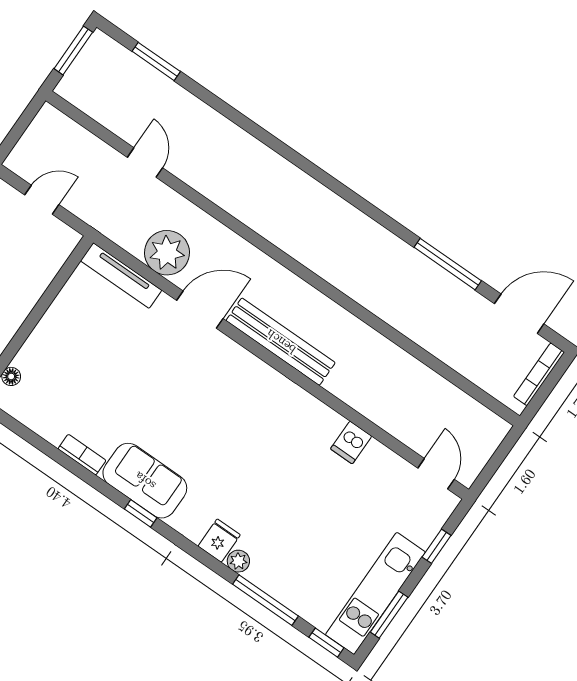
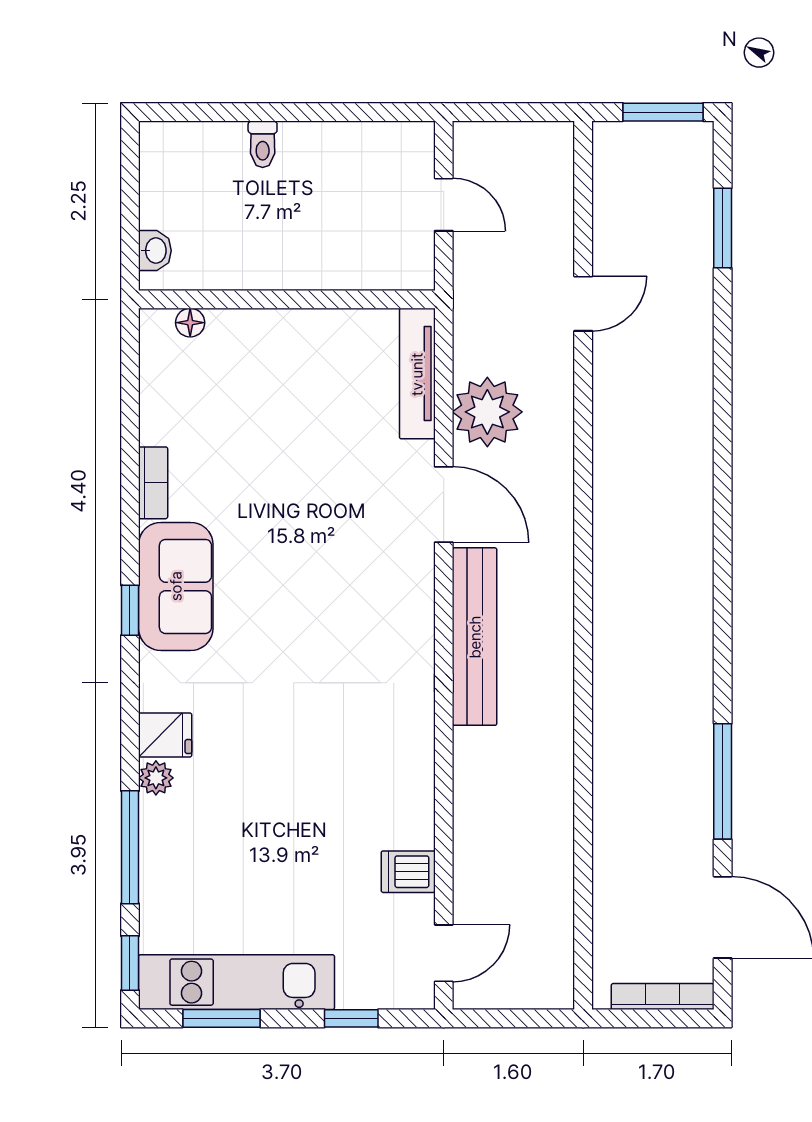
dishwasher: (351, 442) -> (408, 872), moved

